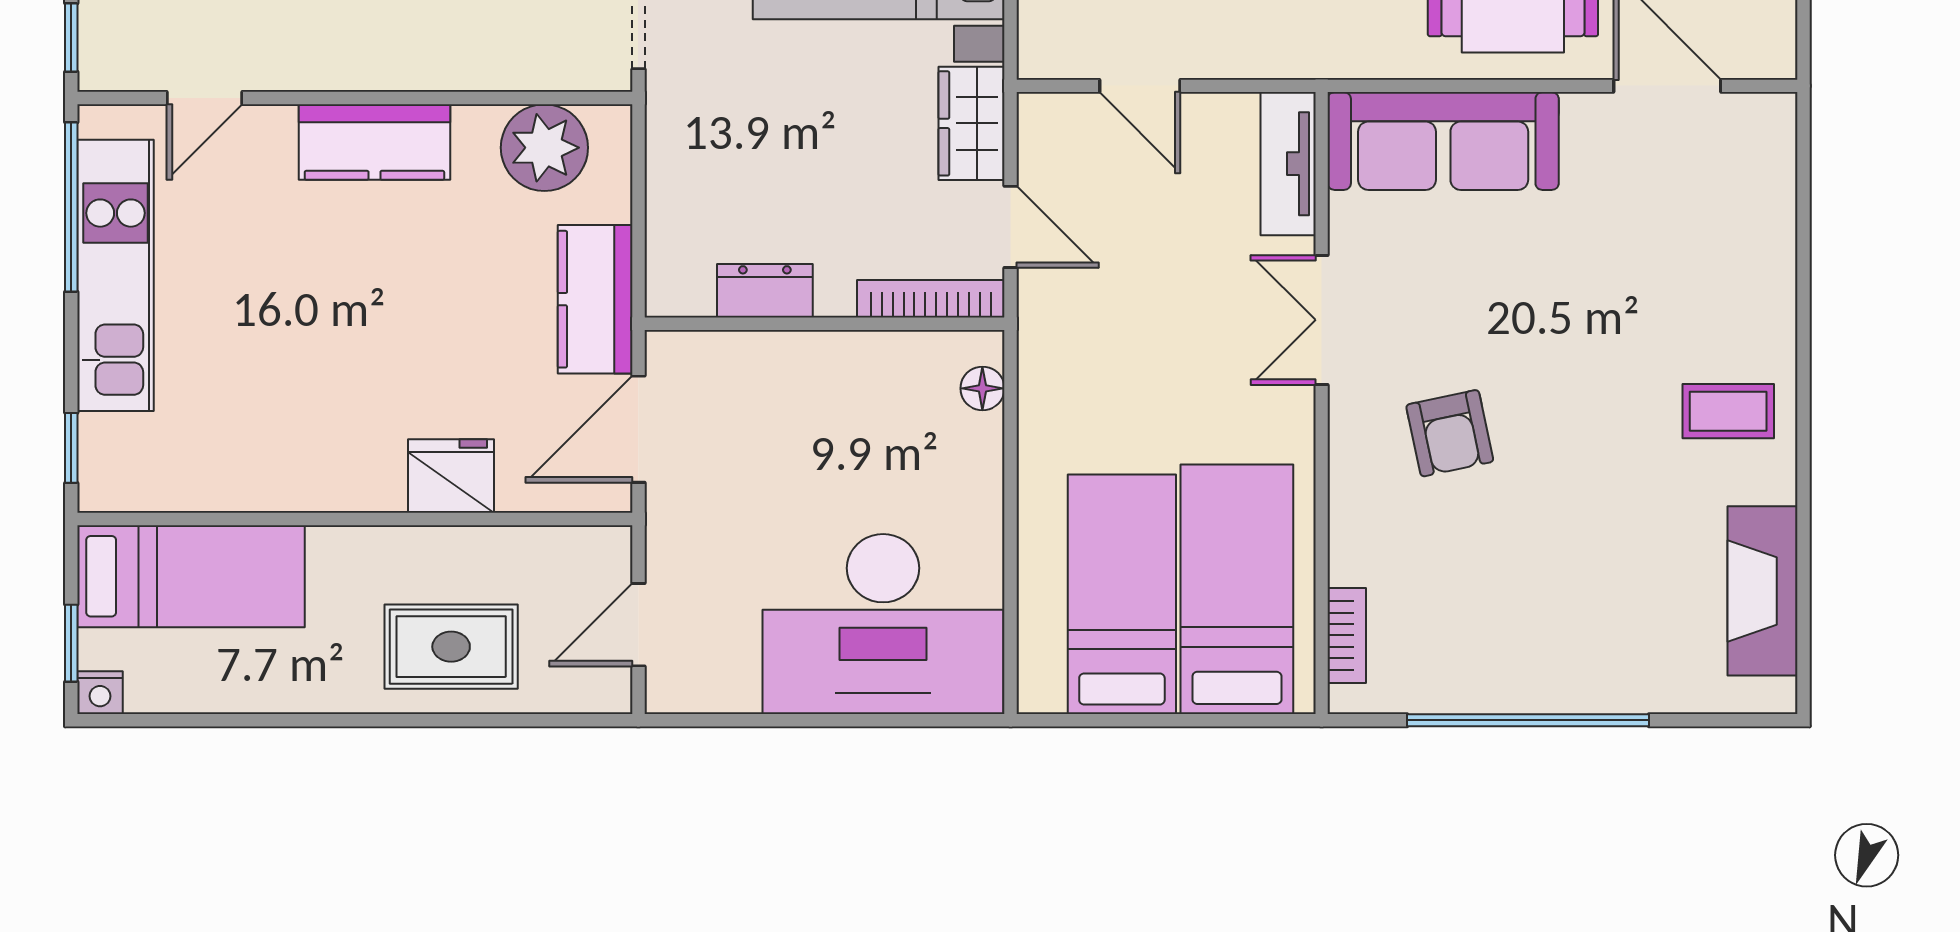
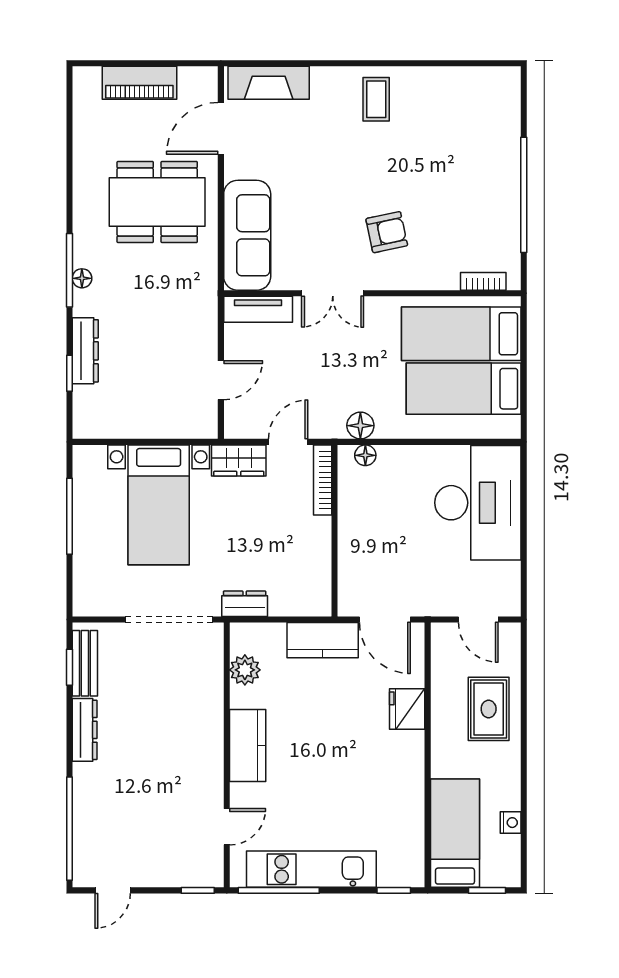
door: (205, 98) -> (227, 827), hinge flipped
plant: (544, 148) -> (245, 670), width x0.73, depth x0.73
dresser: (765, 291) -> (245, 604), moved, turned 90
floor lamp: (1045, 378) -> (360, 426), added
fireplace: (1763, 591) -> (269, 83), moved
nightstand: (100, 693) -> (511, 823), moved

